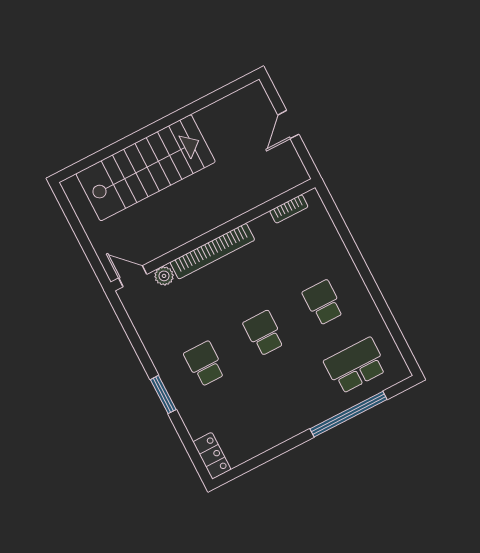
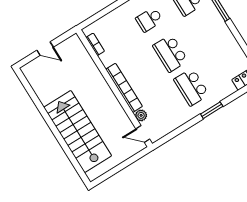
door: (133, 276) -> (143, 134), hinge flipped
school desk: (264, 333) -> (170, 53), width x1.85
school desk: (205, 364) -> (191, 87), width x1.85

